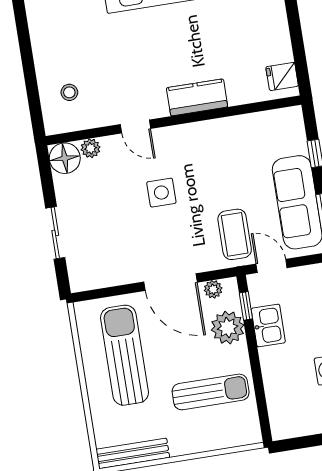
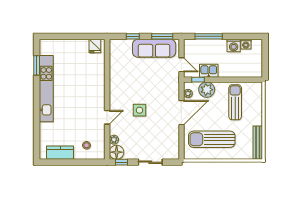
kitchen counter: (197, 97) -> (60, 153), moved, turned 90
window: (45, 172) -> (121, 162), added
coffee table: (235, 234) -> (164, 80), removed
door: (272, 266) -> (181, 65), swing flipped

